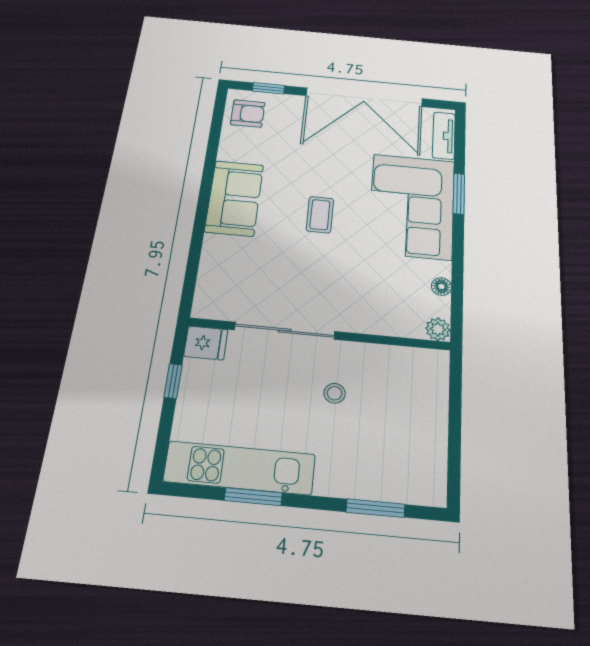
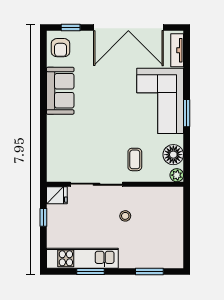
armchair: (248, 114) -> (61, 48), turned 90
window: (459, 194) -> (187, 113), moved
sofa: (234, 198) -> (60, 91), moved
coffee table: (320, 215) -> (135, 159), moved
floor lamp: (441, 286) -> (173, 155), width x1.89, depth x1.89

